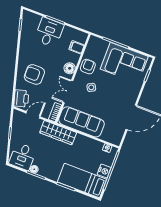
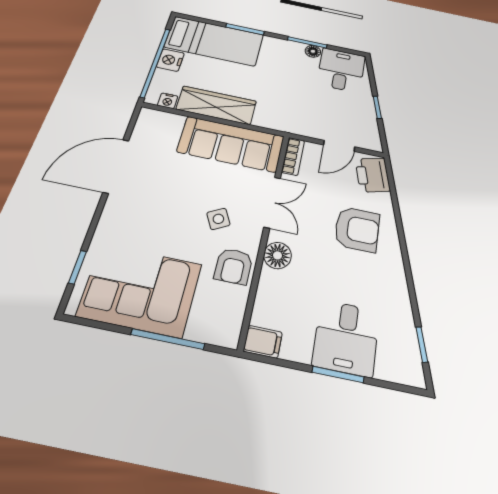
filing cabinet: (77, 47) -> (263, 342), moved
wardrobe: (58, 133) -> (216, 105), moved

